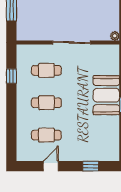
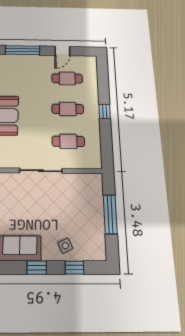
window: (11, 76) -> (105, 111), moved
window: (91, 166) -> (23, 50), width x2.17

